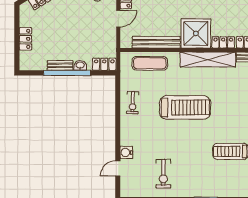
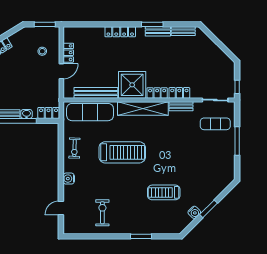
exercise mat: (150, 63) -> (90, 112), width x1.36, depth x1.45
water cooler: (126, 152) -> (69, 179), moved
exercise bike: (163, 174) -> (102, 213), turned 180

